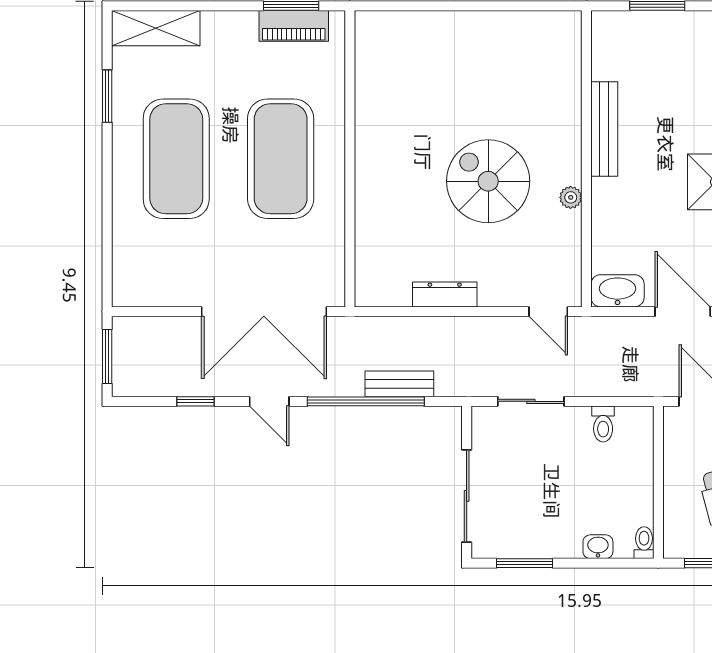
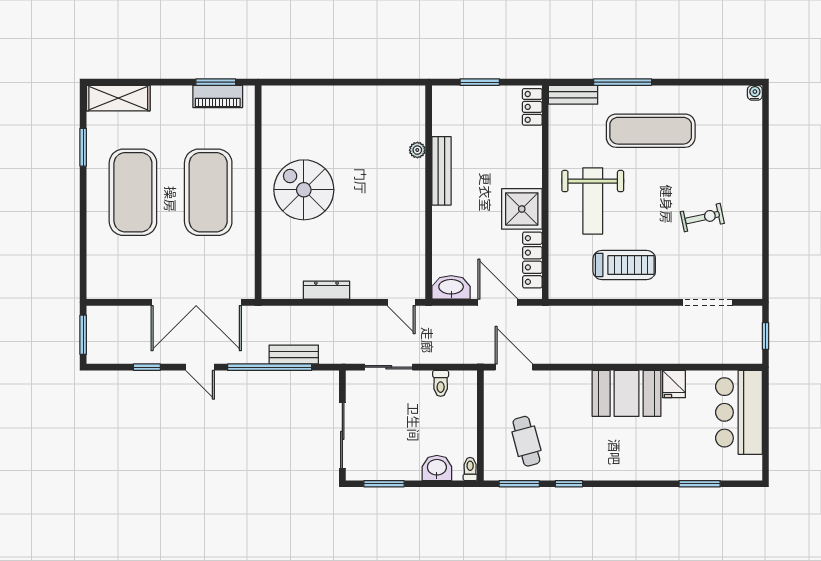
spiral stairs: (488, 181) -> (304, 190), moved
plant: (571, 197) -> (417, 150), moved
washbasin: (598, 547) -> (437, 468), width x1.38, depth x1.45

